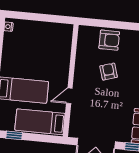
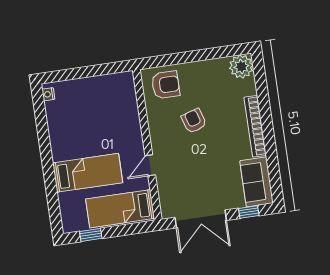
armchair: (109, 40) -> (166, 85), moved

